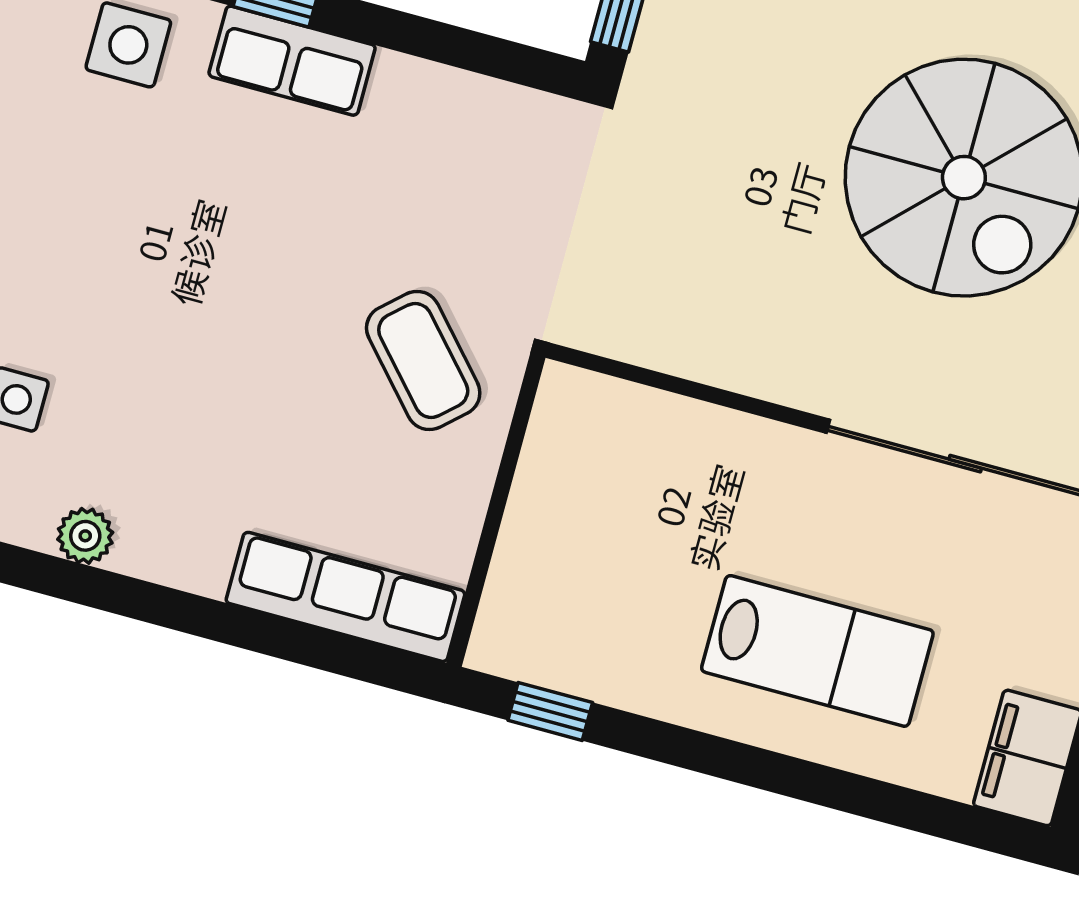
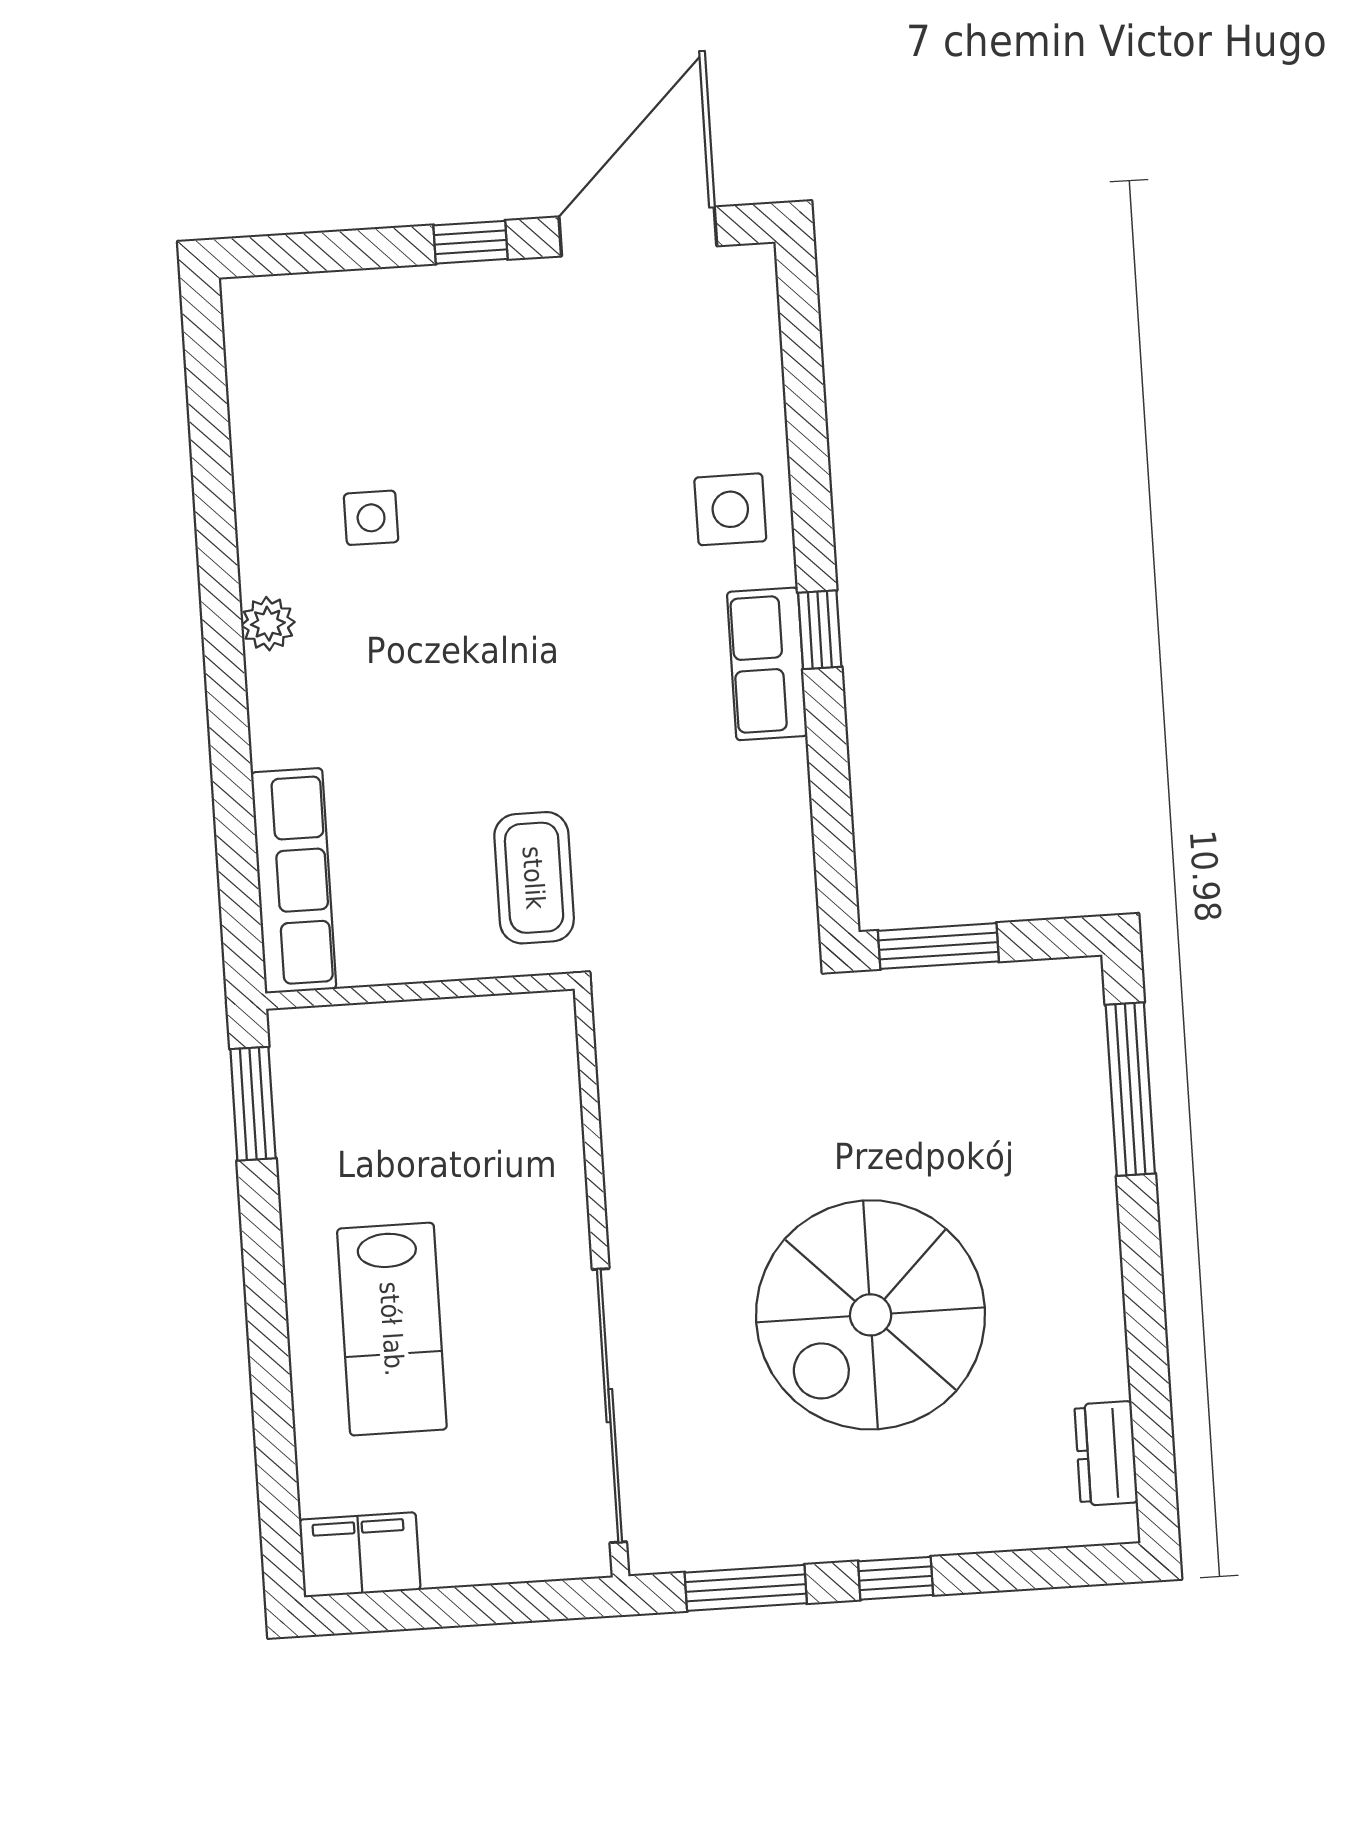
coffee table: (423, 360) -> (534, 878), turned -48
window: (550, 711) -> (253, 1104), width x1.50

